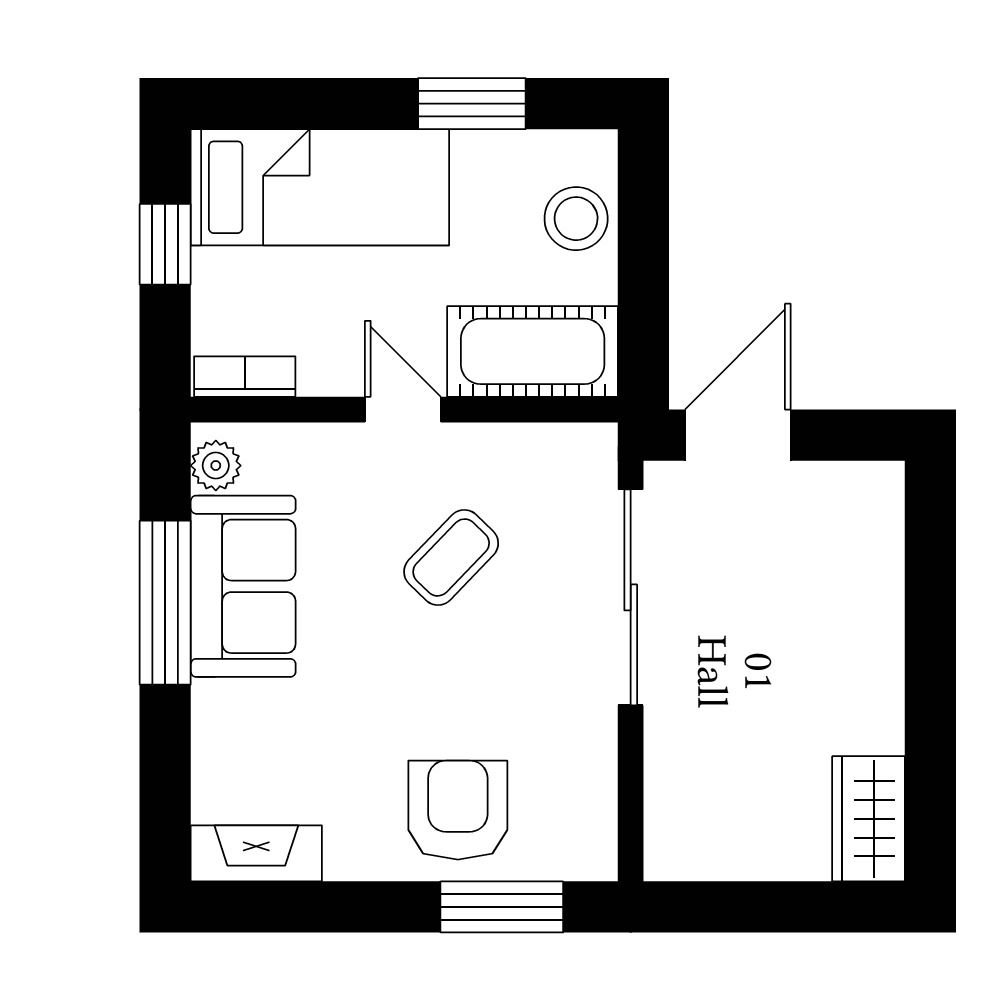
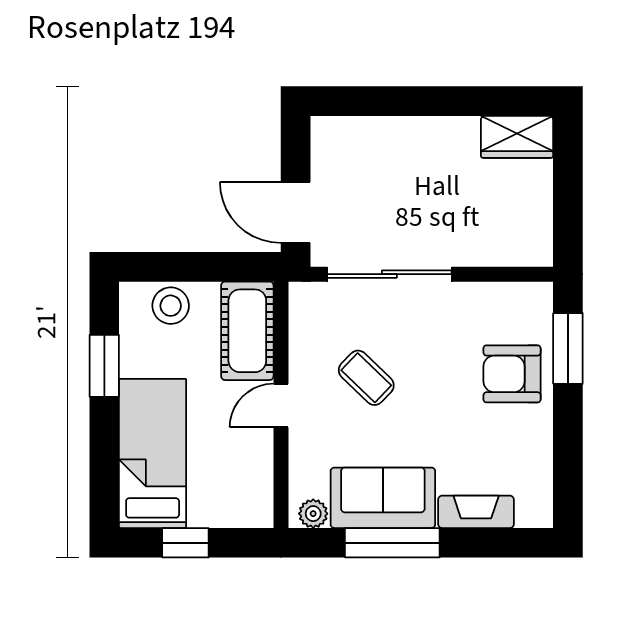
bookcase: (245, 377) -> (262, 497), removed
fireplace: (256, 853) -> (476, 512), moved, turned 90

